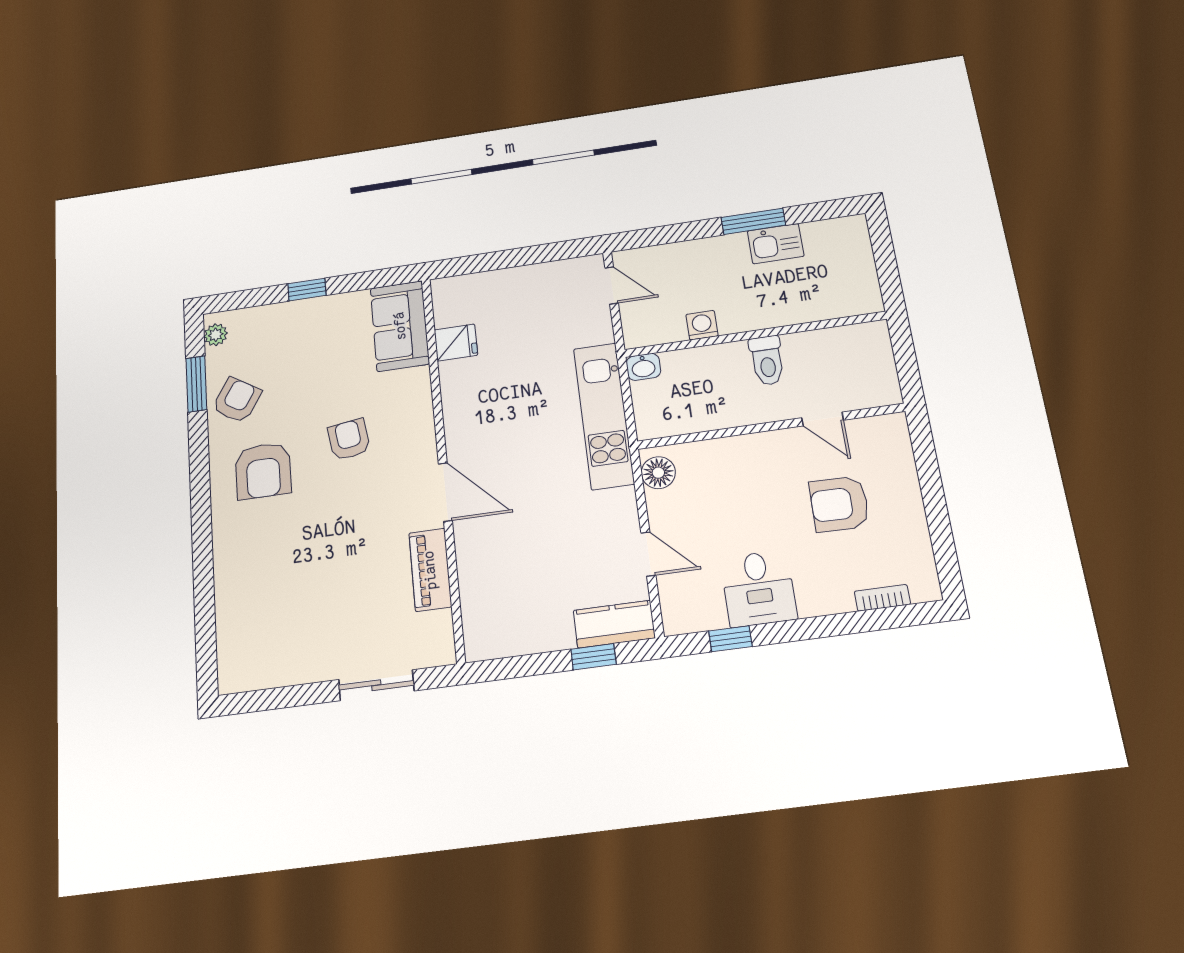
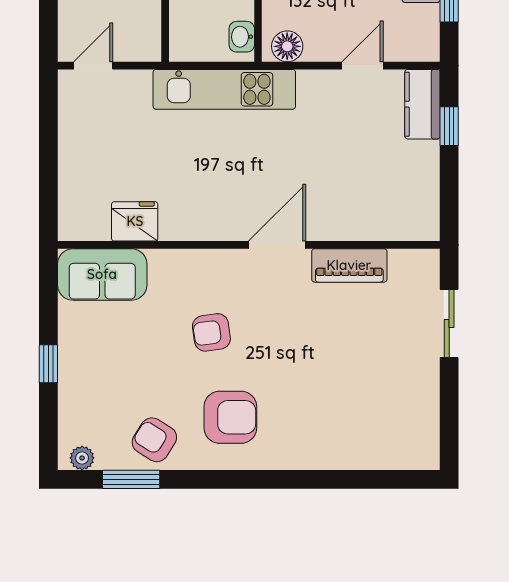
fridge: (456, 343) -> (135, 221), width x1.38
washbasin: (643, 367) -> (242, 37), moved, turned 180

